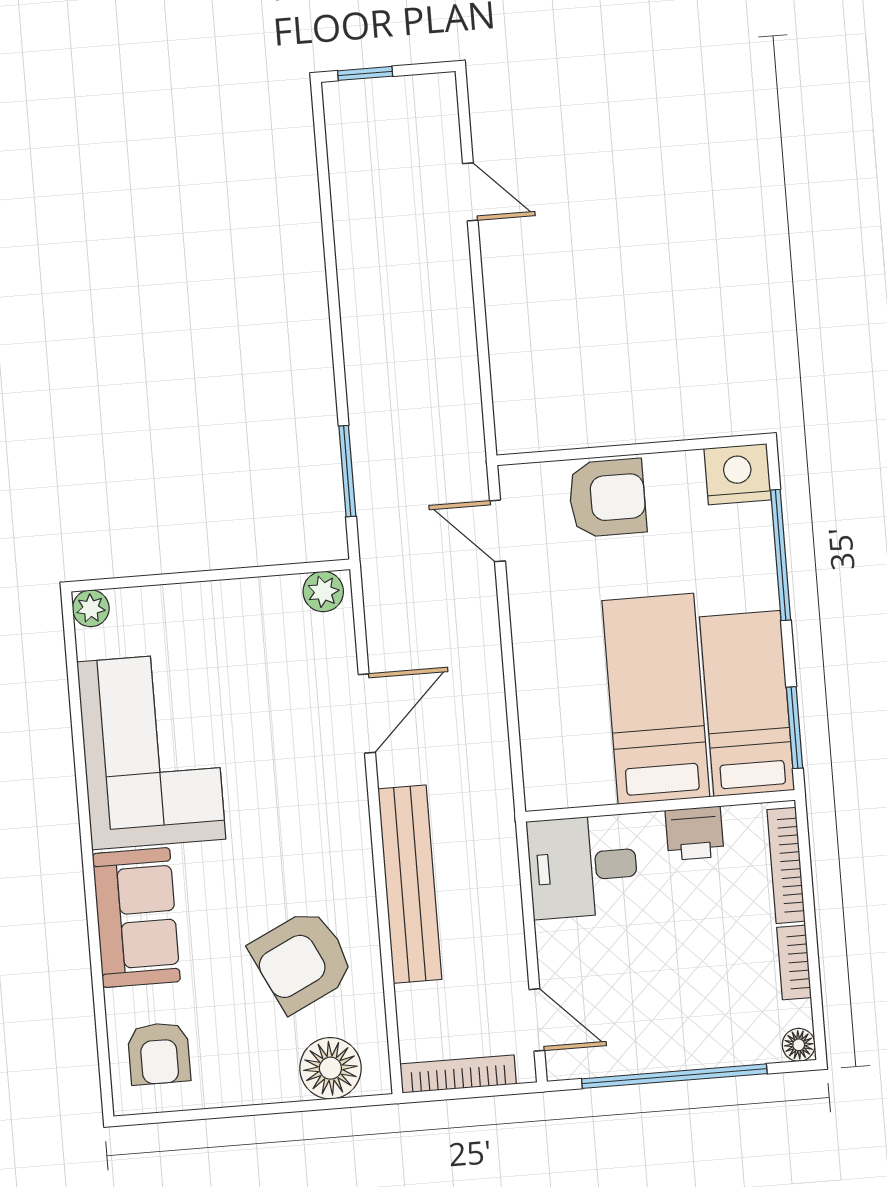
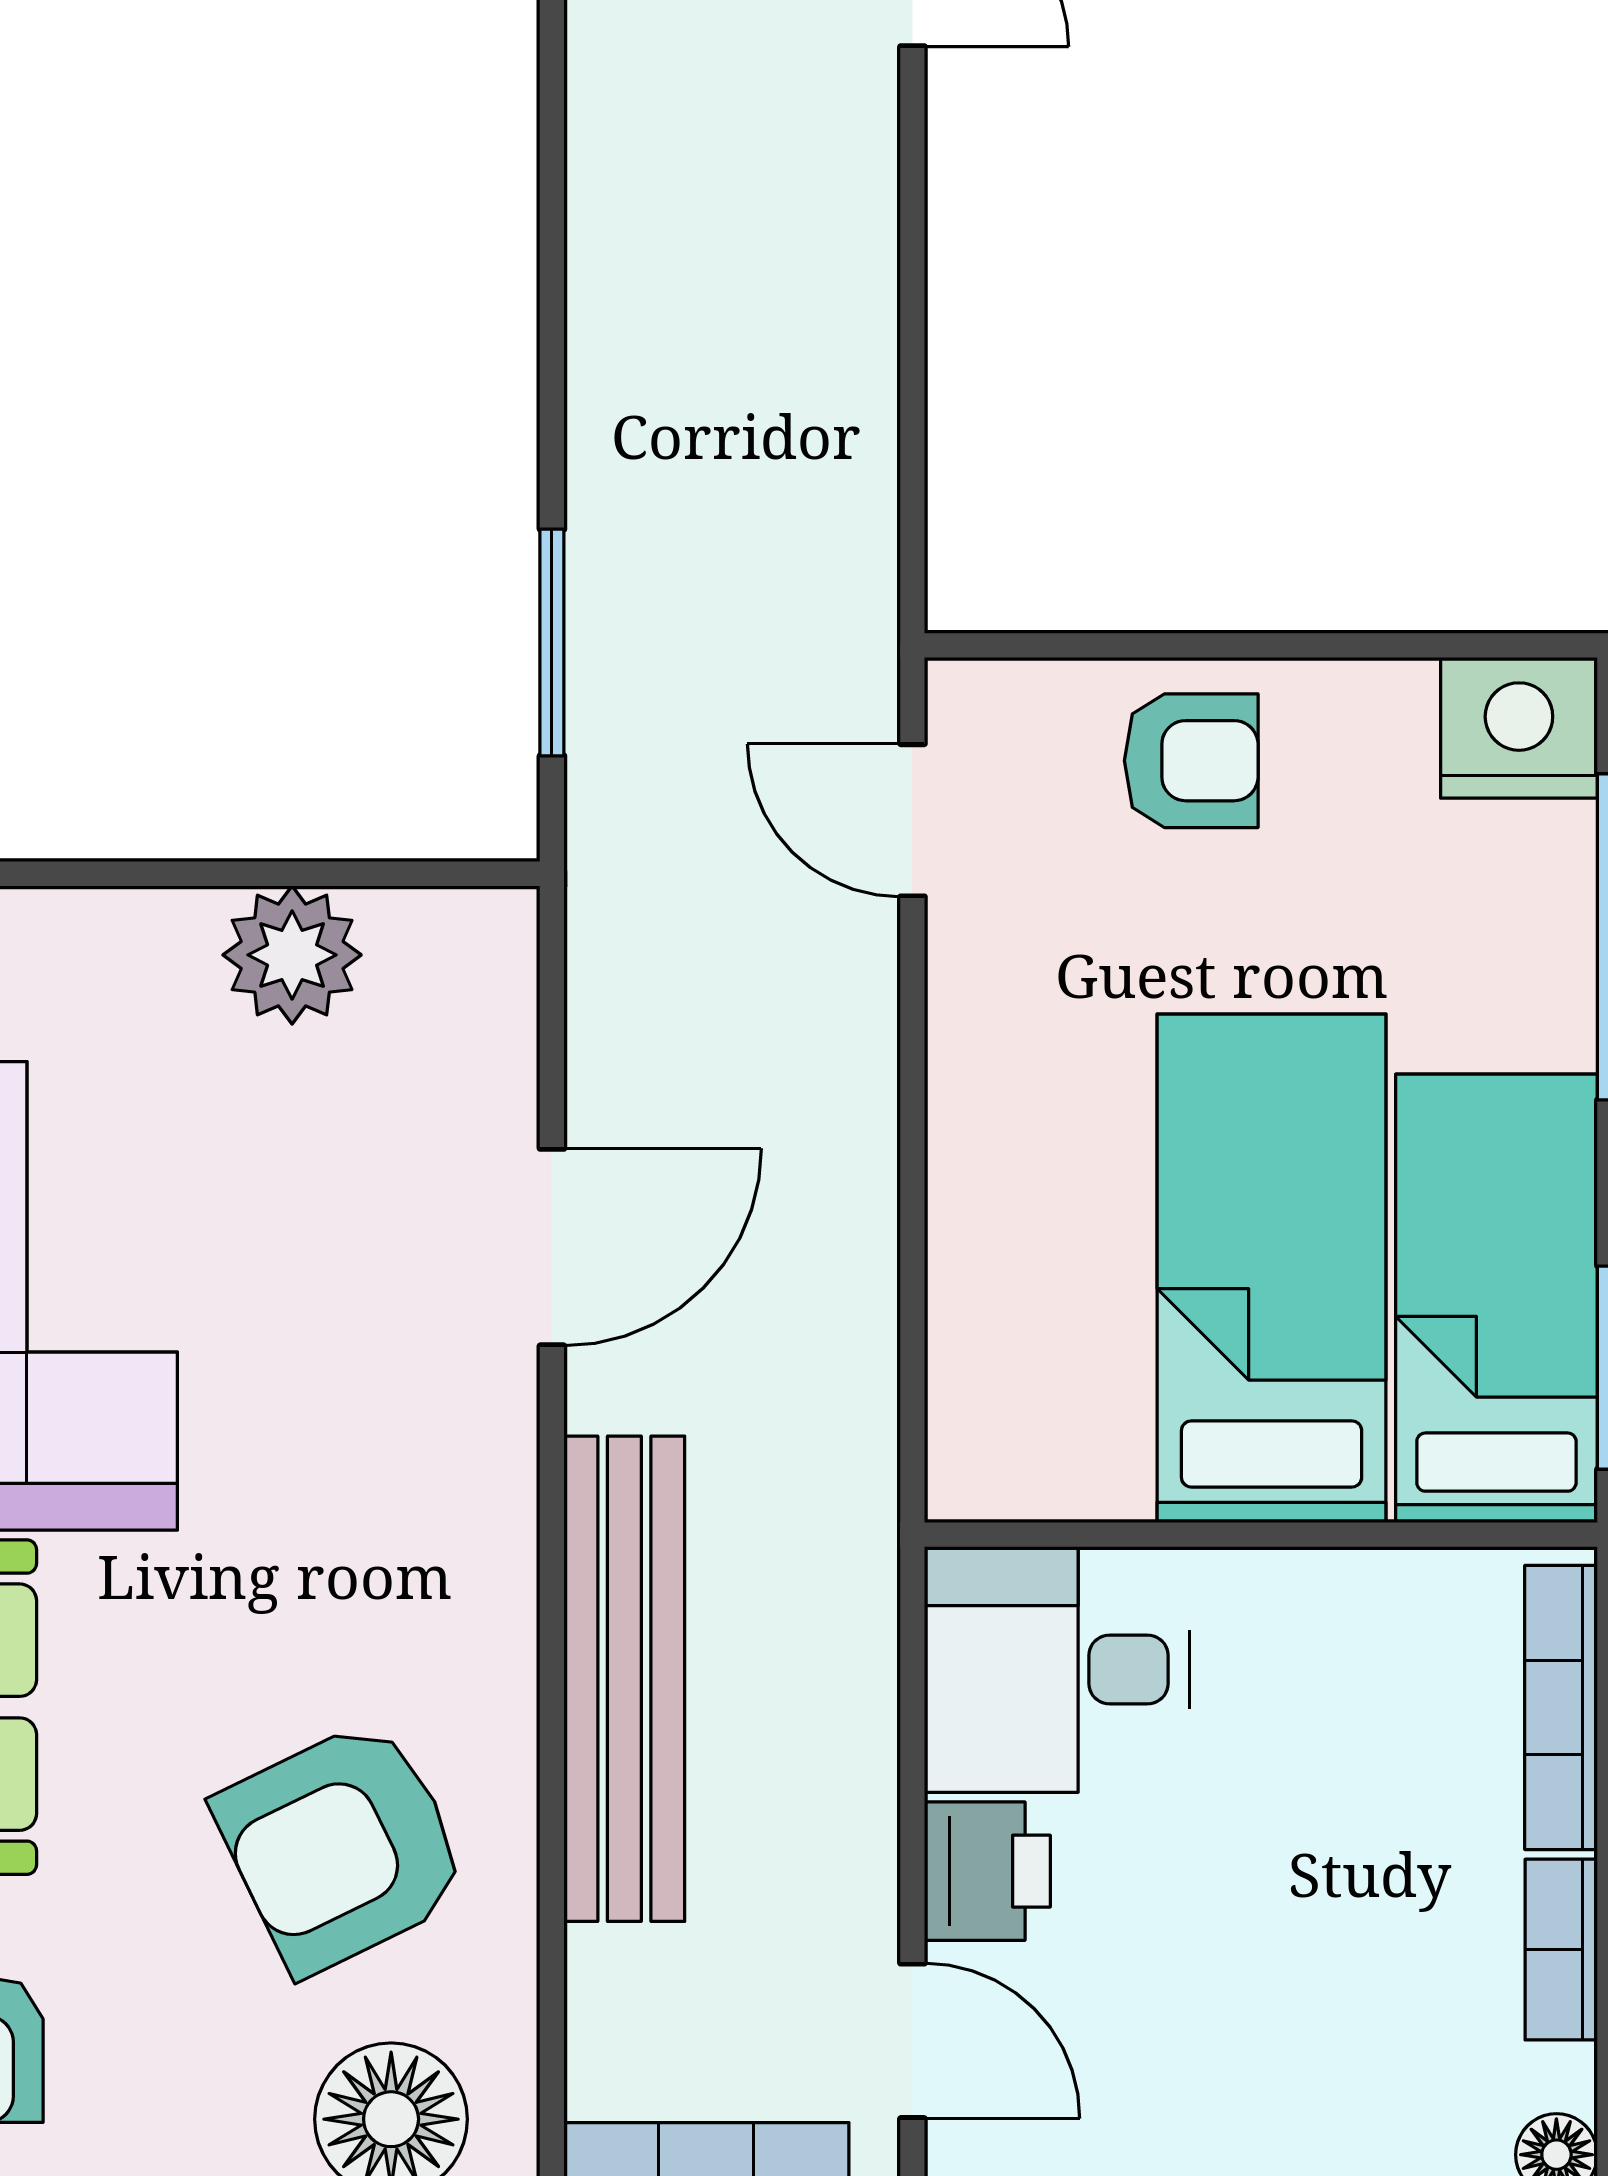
armchair: (607, 498) -> (1191, 761), width x0.72, depth x0.72
plant: (323, 592) -> (292, 955), moved, width x1.38, depth x1.38
printer: (695, 833) -> (987, 1871), moved, turned -90

